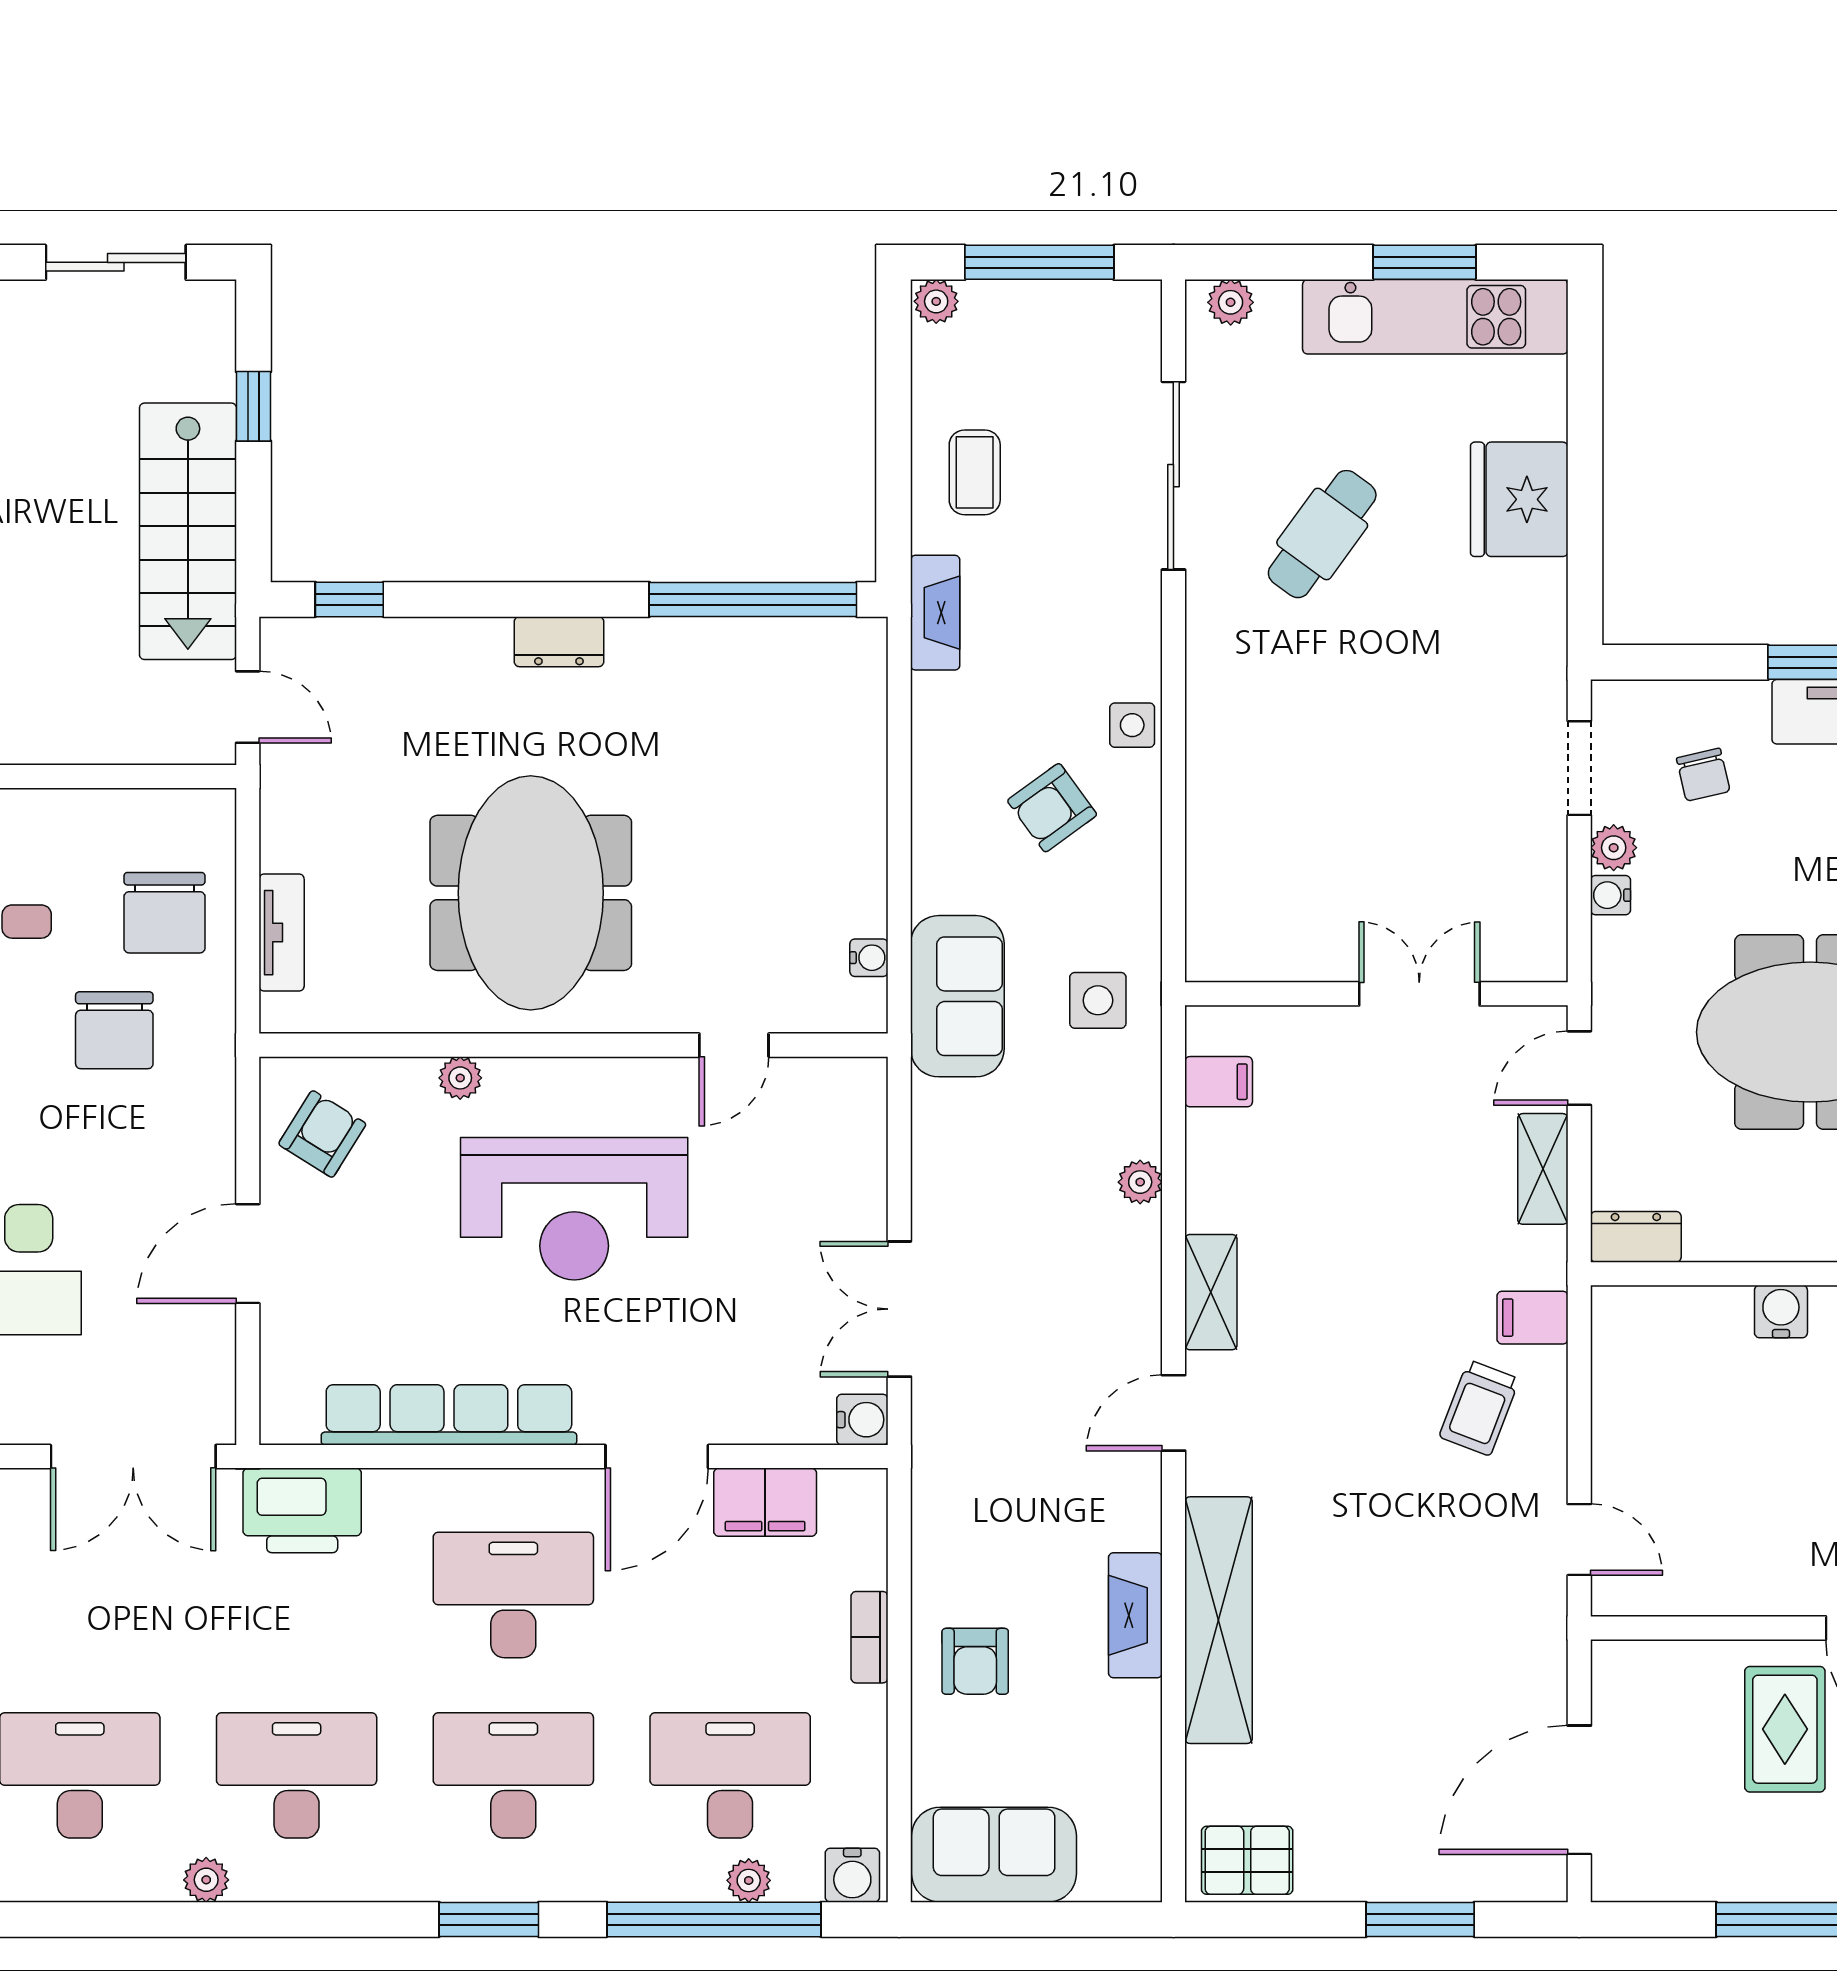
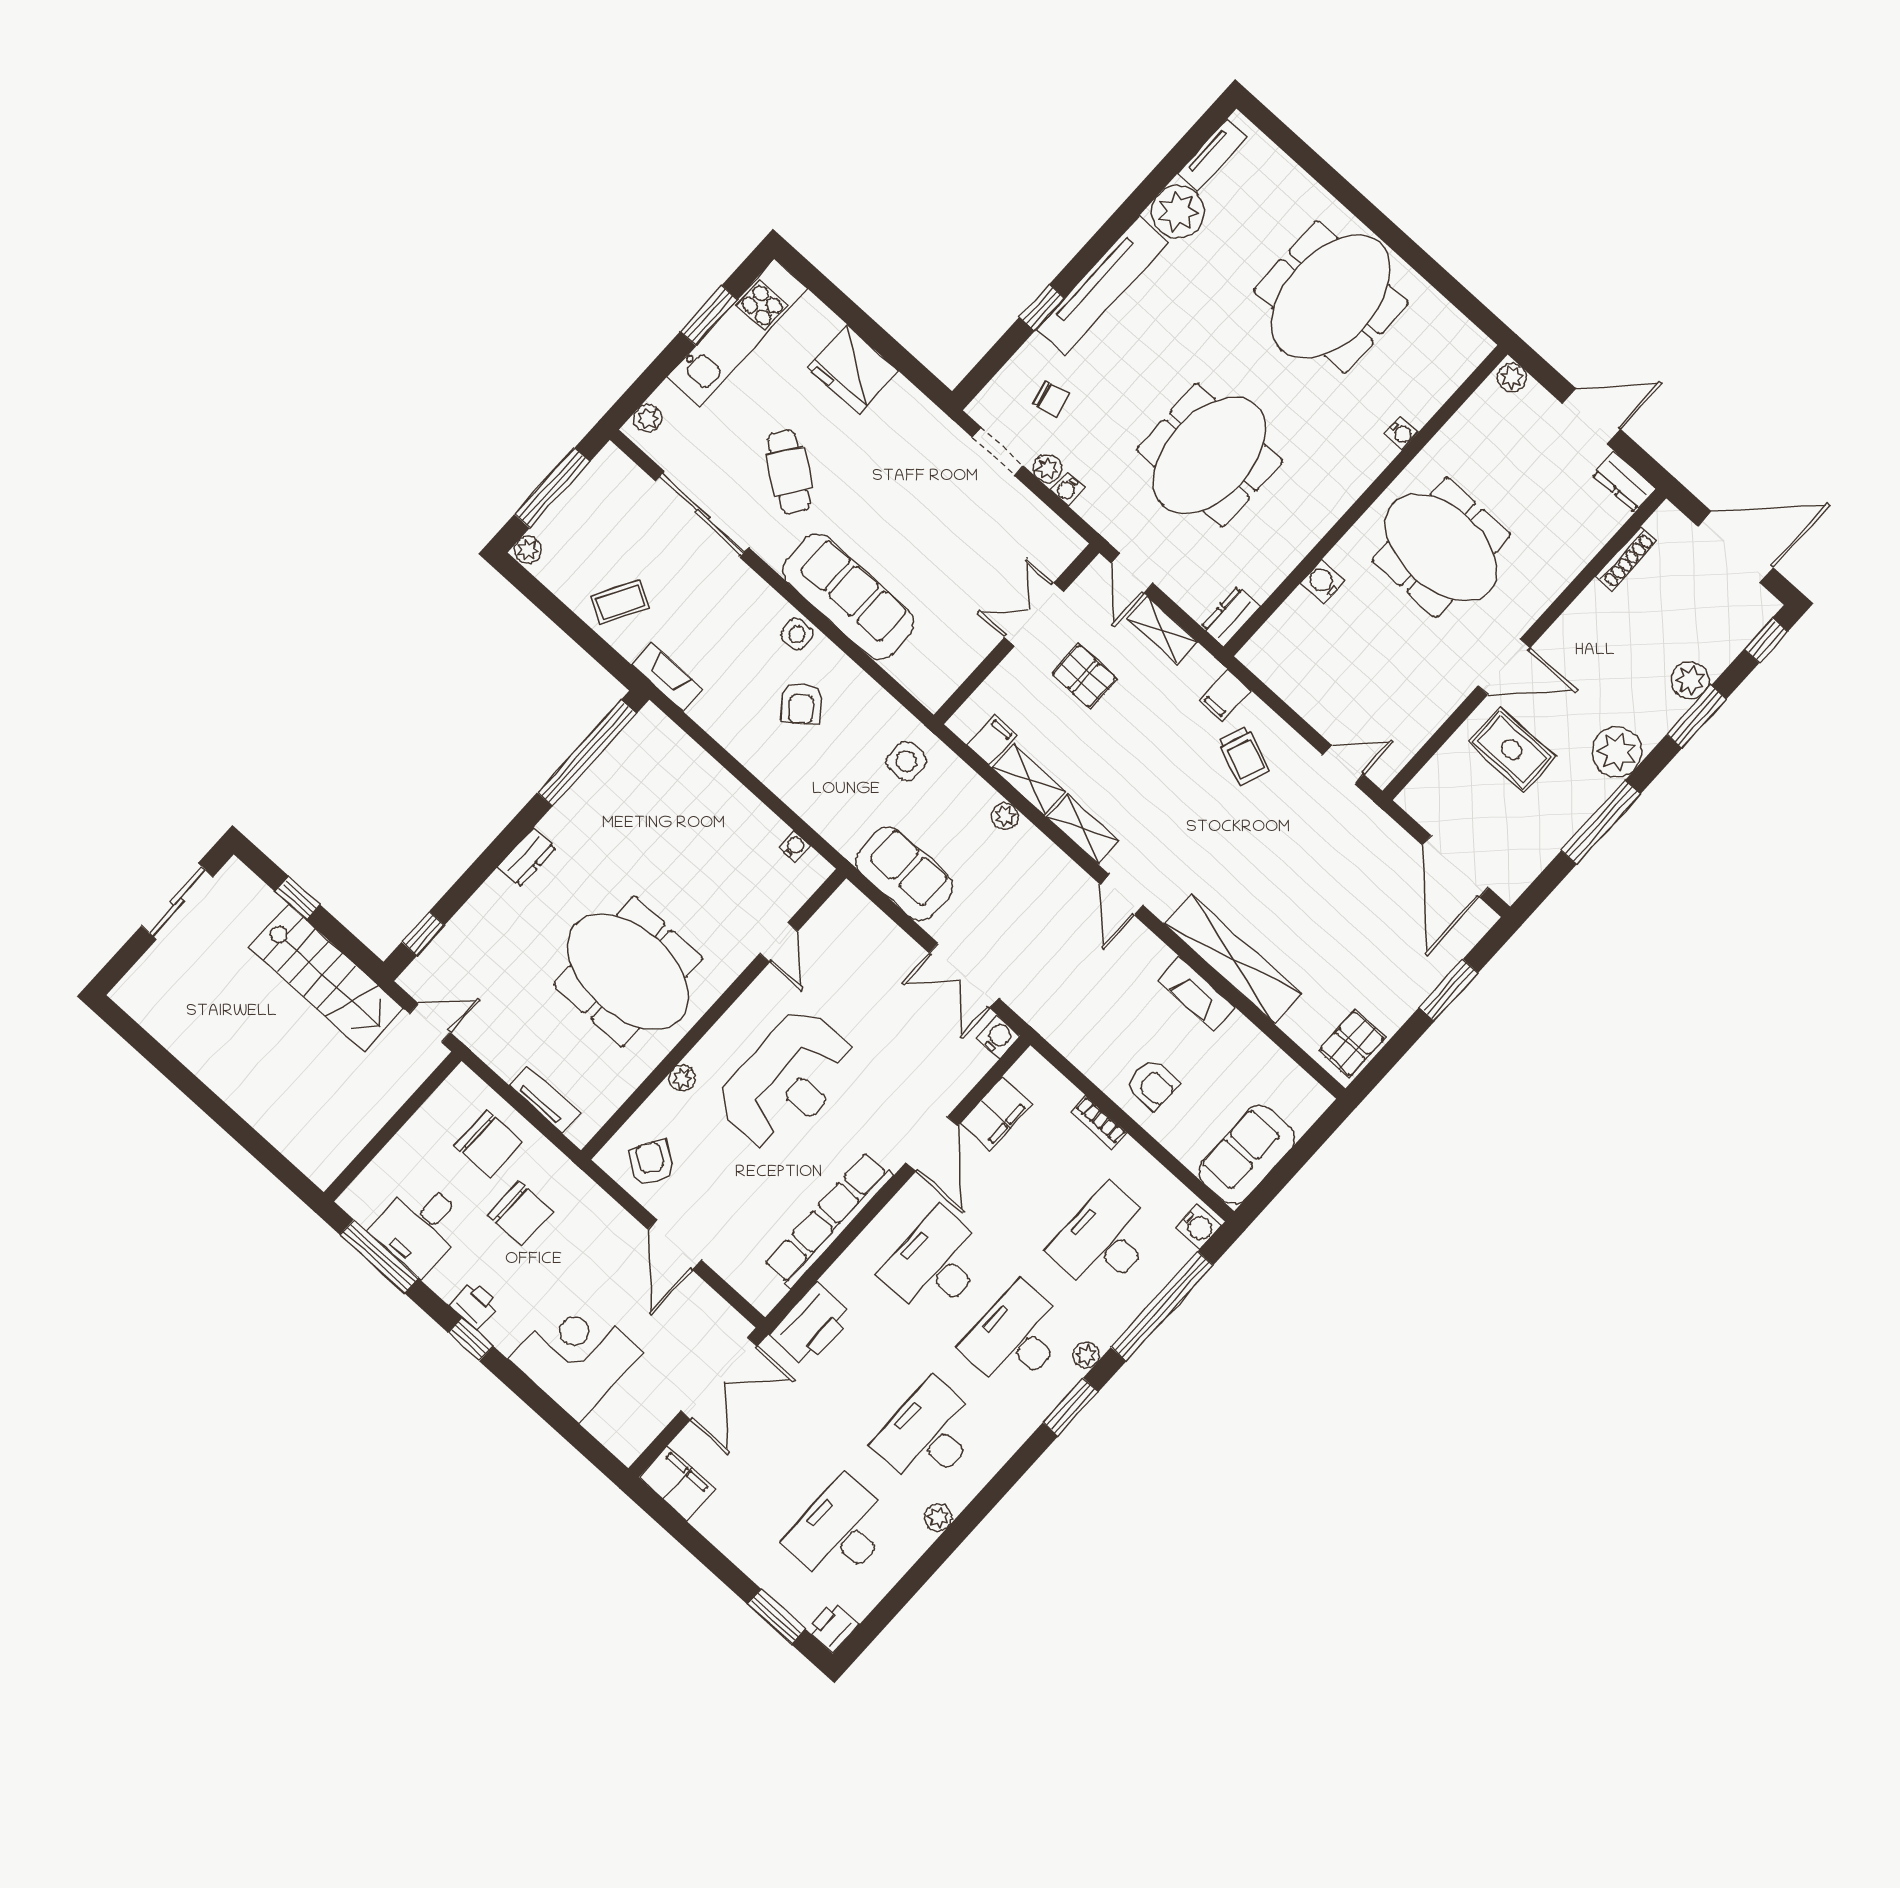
coffee table: (975, 472) -> (620, 602), turned -61
sofa: (1235, 746) -> (848, 597), added
sofa: (957, 996) -> (904, 874), moved
pallet: (1399, 1123) -> (1084, 676), added
shelving: (1212, 1171) -> (1029, 780), added
plant: (749, 1880) -> (1086, 1355), moved

